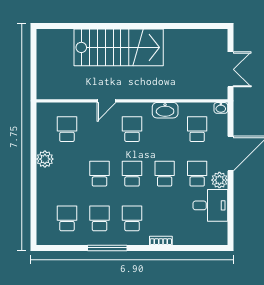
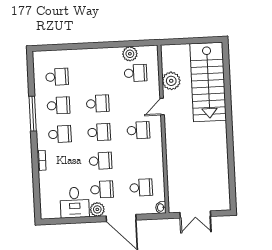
stairs: (119, 47) -> (208, 82), moved
plant: (78, 89) -> (171, 81), added
door: (107, 101) -> (162, 107), hinge flipped
washbasin: (165, 110) -> (156, 159), removed
plant: (45, 159) -> (130, 54), moved

